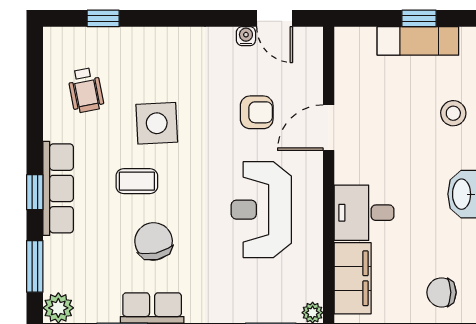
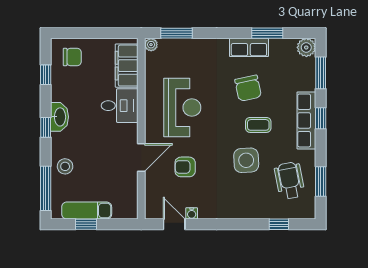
window: (35, 88) -> (321, 182), added
wheelchair: (86, 90) -> (289, 180), width x1.36, depth x1.37

